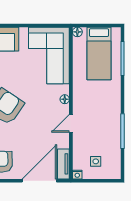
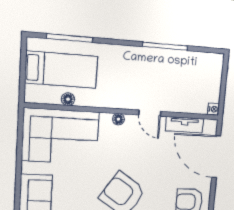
floor lamp: (77, 32) -> (68, 99), moved
side table: (96, 161) -> (200, 84), removed
tv unit: (63, 164) -> (185, 125), moved

